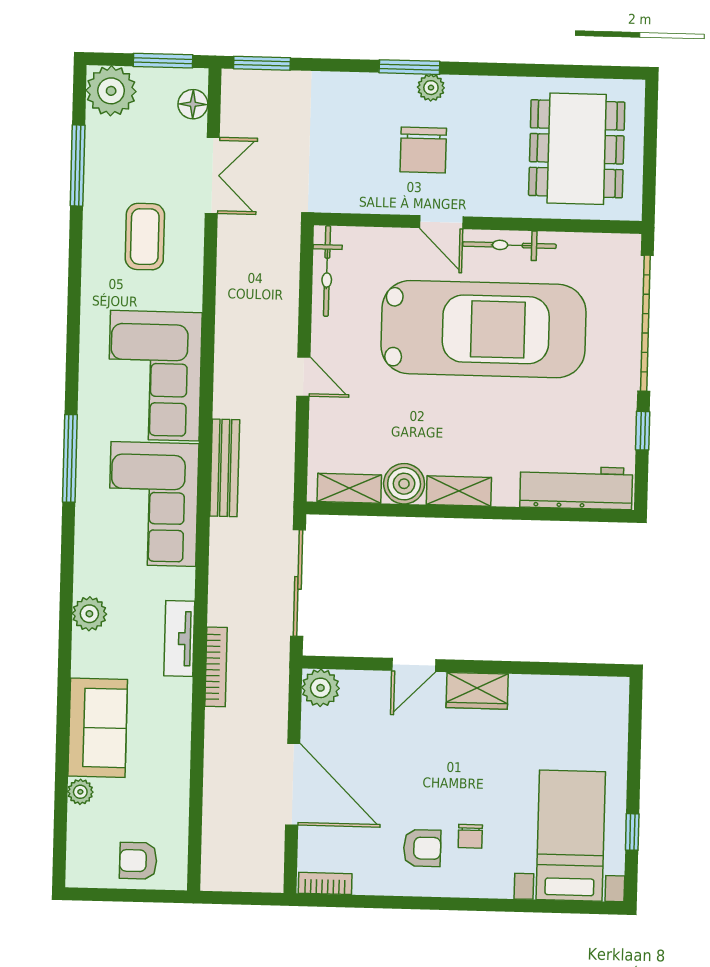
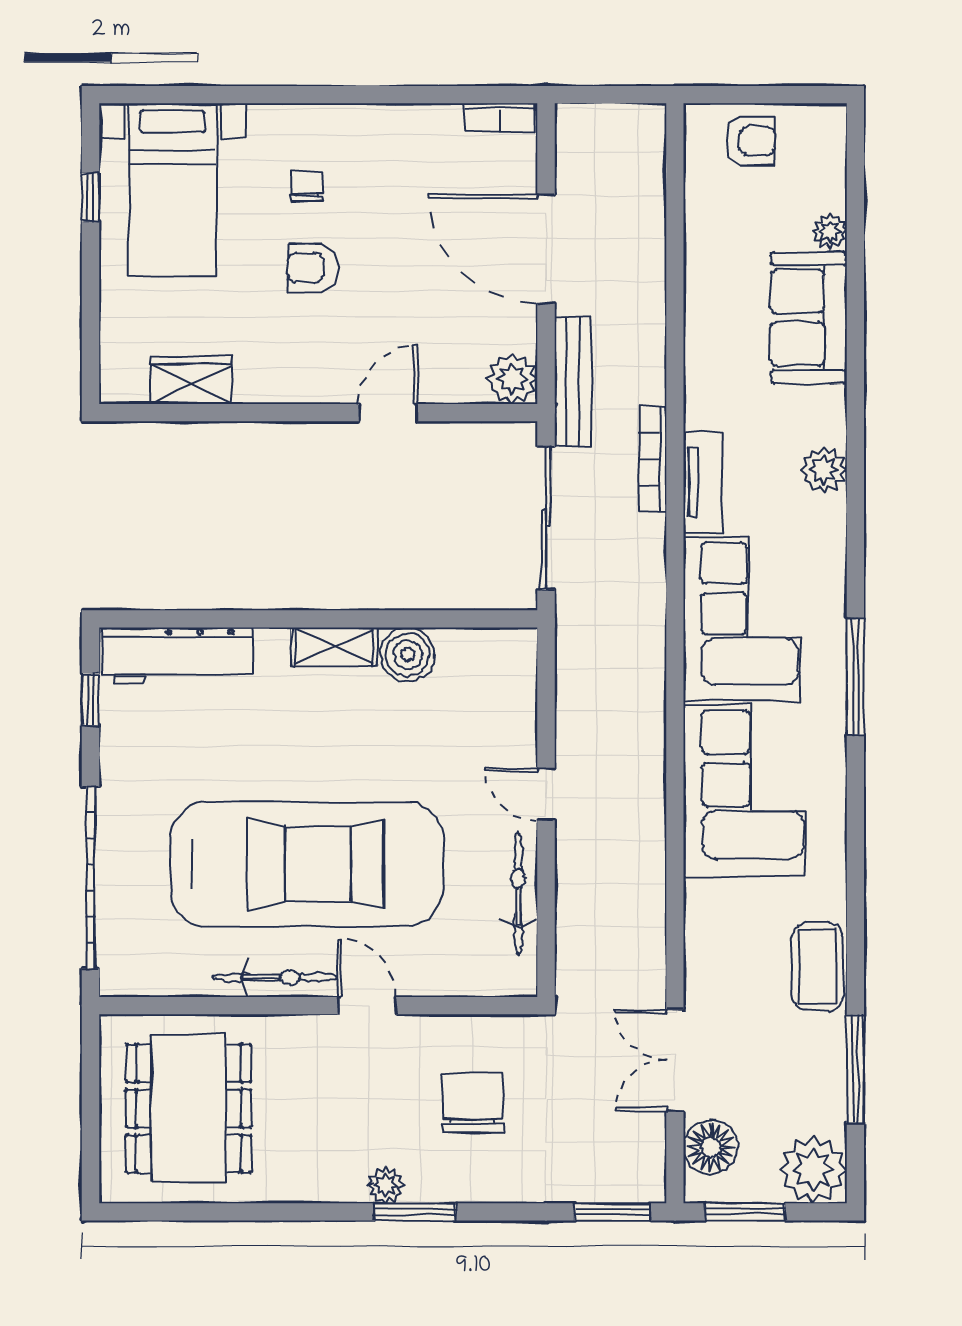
floor lamp: (193, 104) -> (711, 1147), width x1.38, depth x1.38
chair: (423, 150) -> (473, 1103), moved
coffee table: (145, 237) -> (818, 967), moved
bicycle: (327, 271) -> (518, 893), moved
car: (484, 329) -> (307, 864), turned 180
window: (643, 431) -> (91, 699), moved
bench: (225, 468) -> (573, 381), moved
shelving: (349, 488) -> (481, 647), removed
tv unit: (179, 639) -> (703, 483), moved
bookcase: (216, 667) -> (653, 460), moved
wardrobe: (477, 691) -> (191, 380), moved
armchair: (422, 848) -> (312, 268), moved

